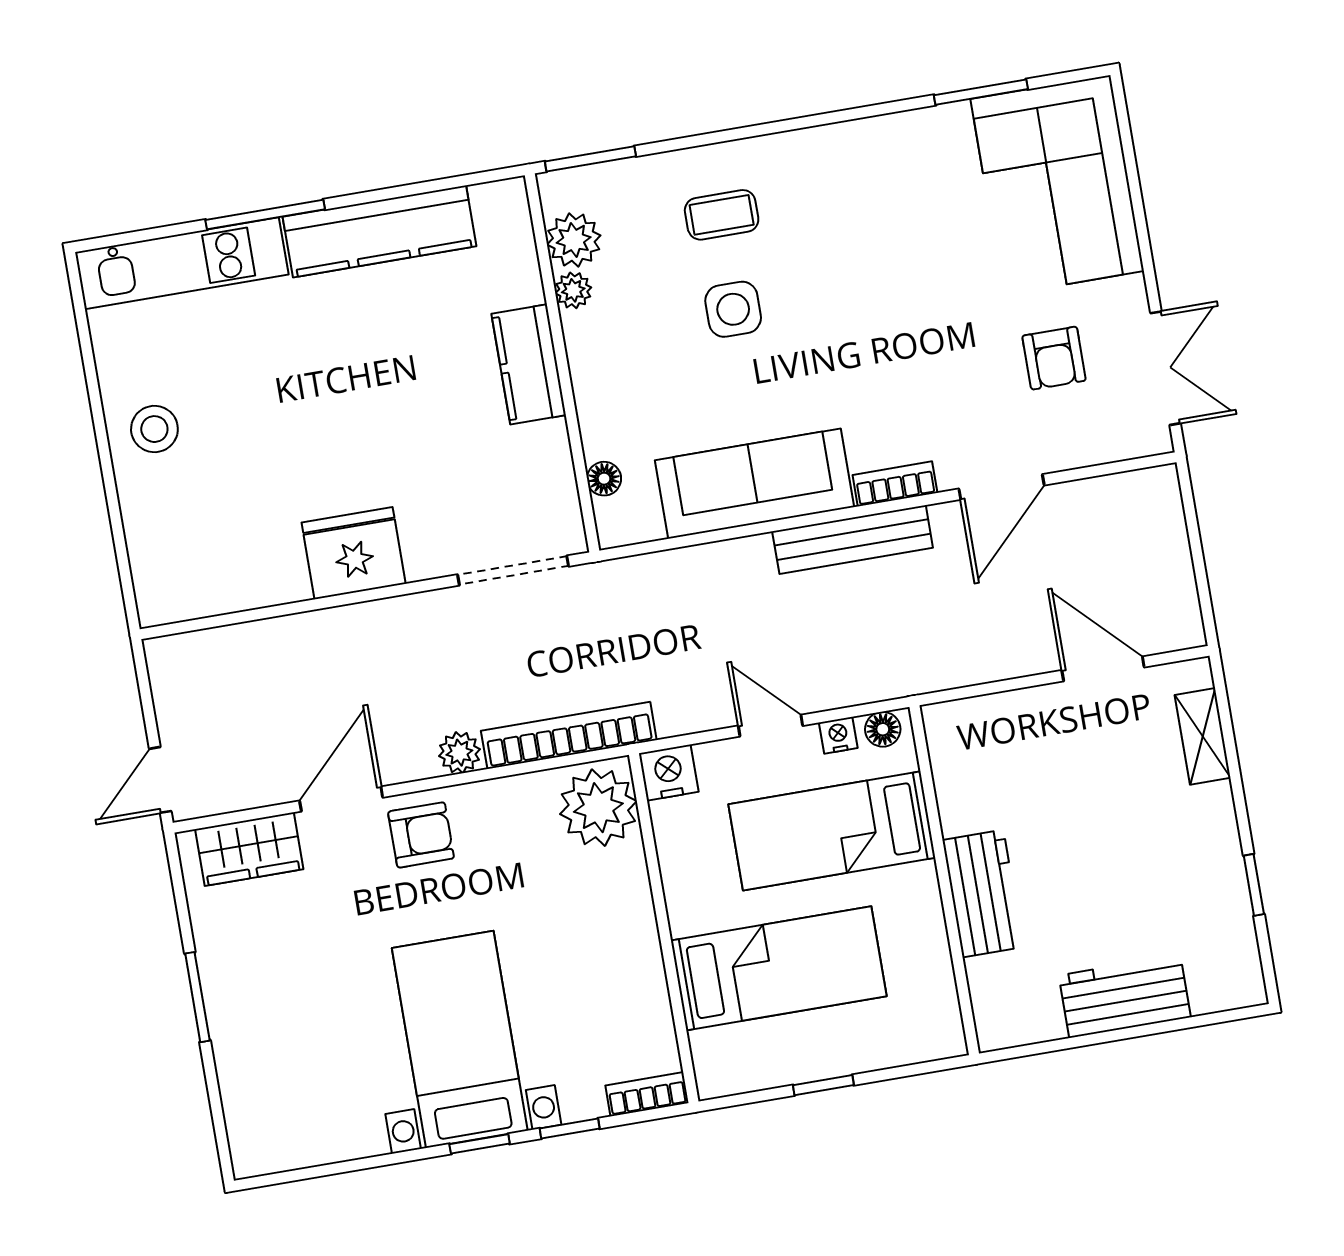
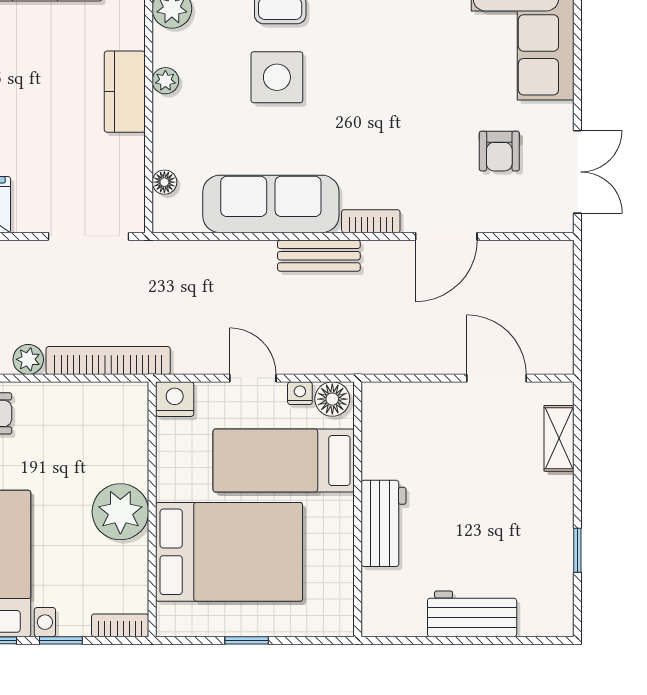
plant: (573, 290) -> (165, 81), moved
side table: (733, 309) -> (277, 77), width x1.37, depth x1.37
bench: (853, 540) -> (319, 256), width x0.73
floor lamp: (883, 729) -> (332, 399), width x1.37, depth x1.37
plant: (598, 808) -> (120, 512), moved
bed: (779, 968) -> (229, 552), width x1.50

